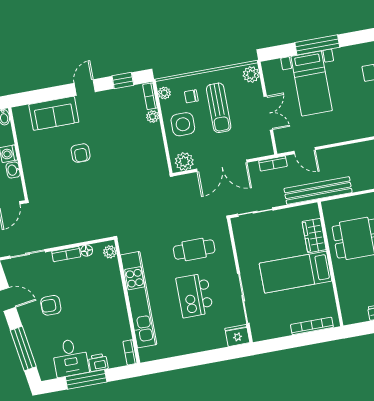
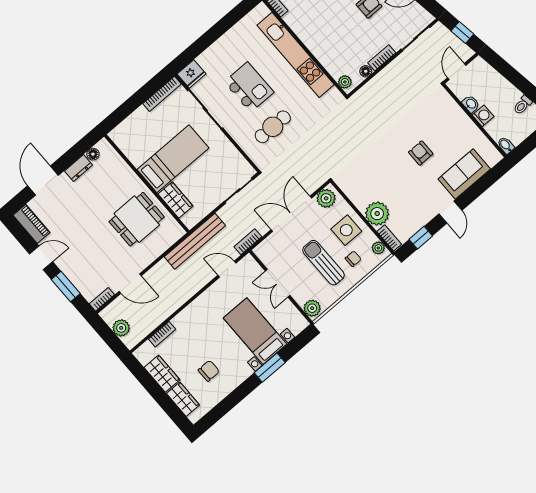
window: (317, 45) -> (270, 368), width x0.69
plant: (153, 117) -> (377, 214), width x1.88, depth x1.88
floor lamp: (362, 316) -> (93, 154), added
bookcase: (312, 326) -> (162, 94), moved

